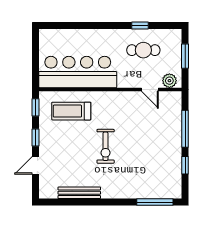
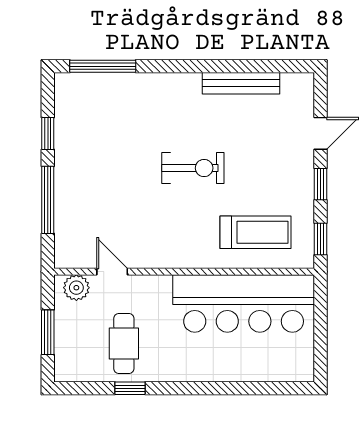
cafe table: (143, 50) -> (124, 343), turned 90
exercise bike: (106, 146) -> (193, 168), turned 90

